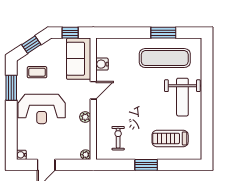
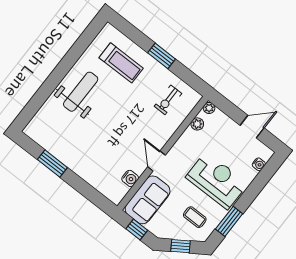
exercise mat: (165, 58) -> (69, 140), removed
door: (93, 90) -> (157, 161), hinge flipped
plant: (85, 117) -> (197, 124), moved
water cooler: (21, 155) -> (259, 164), moved

